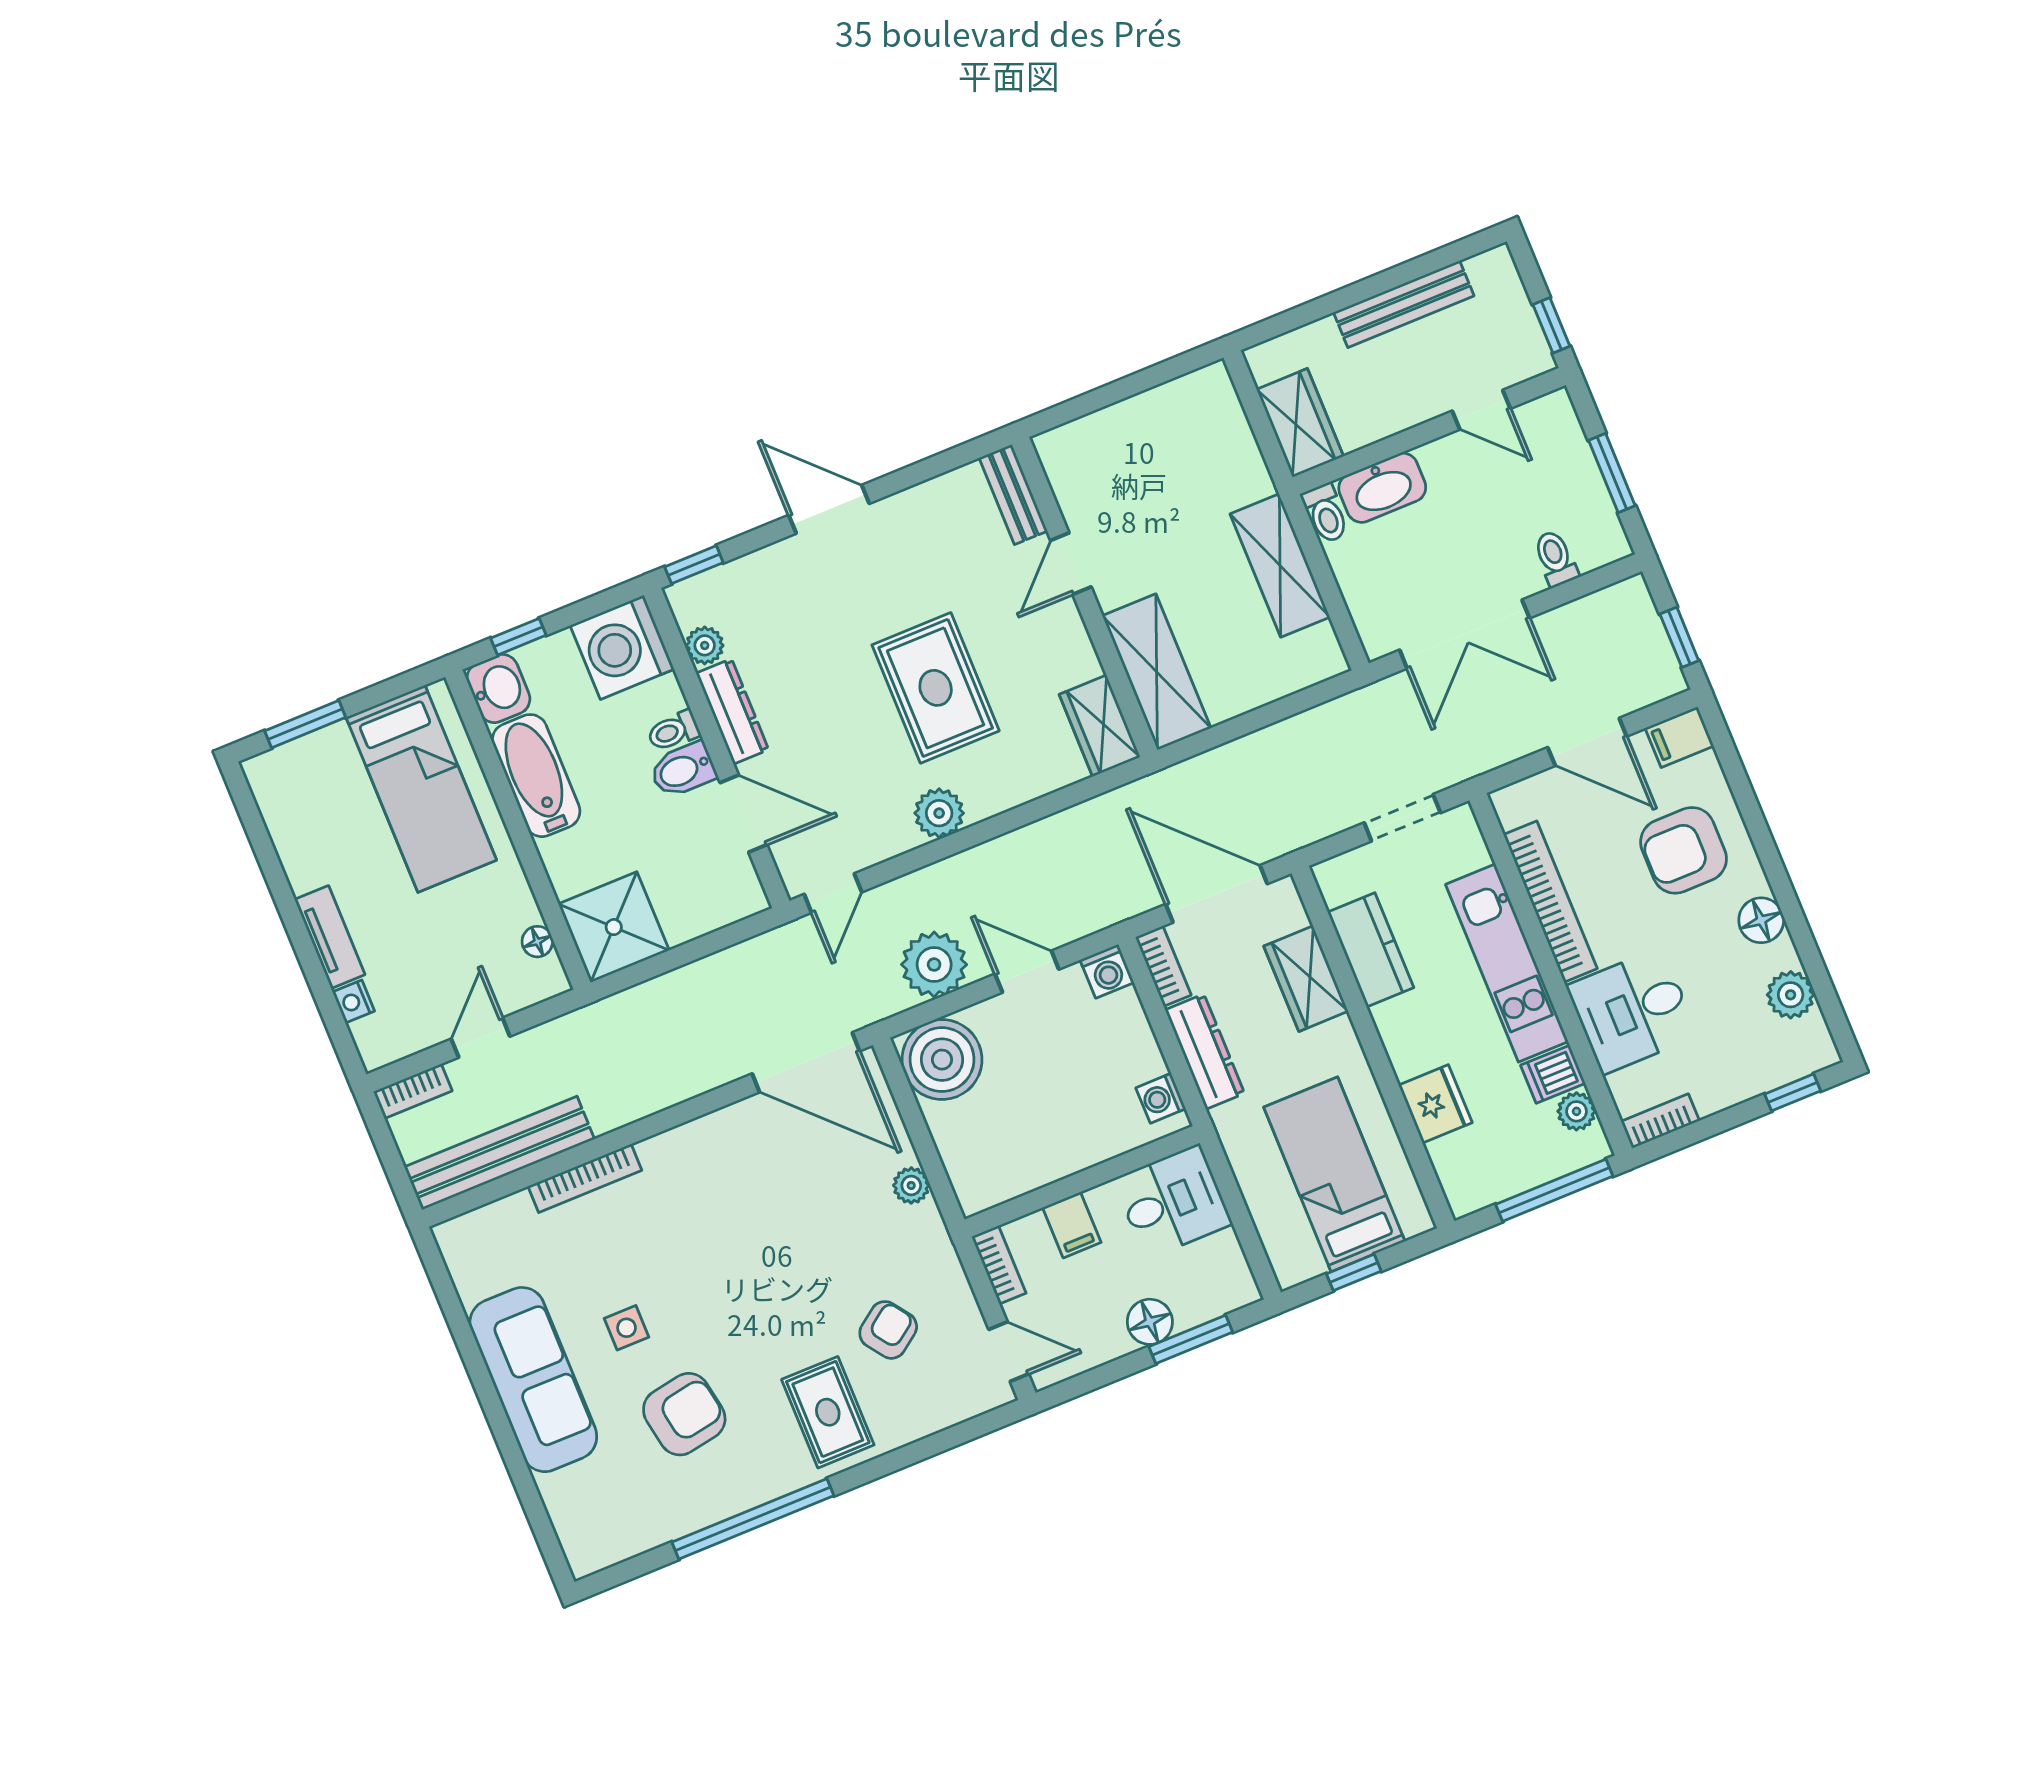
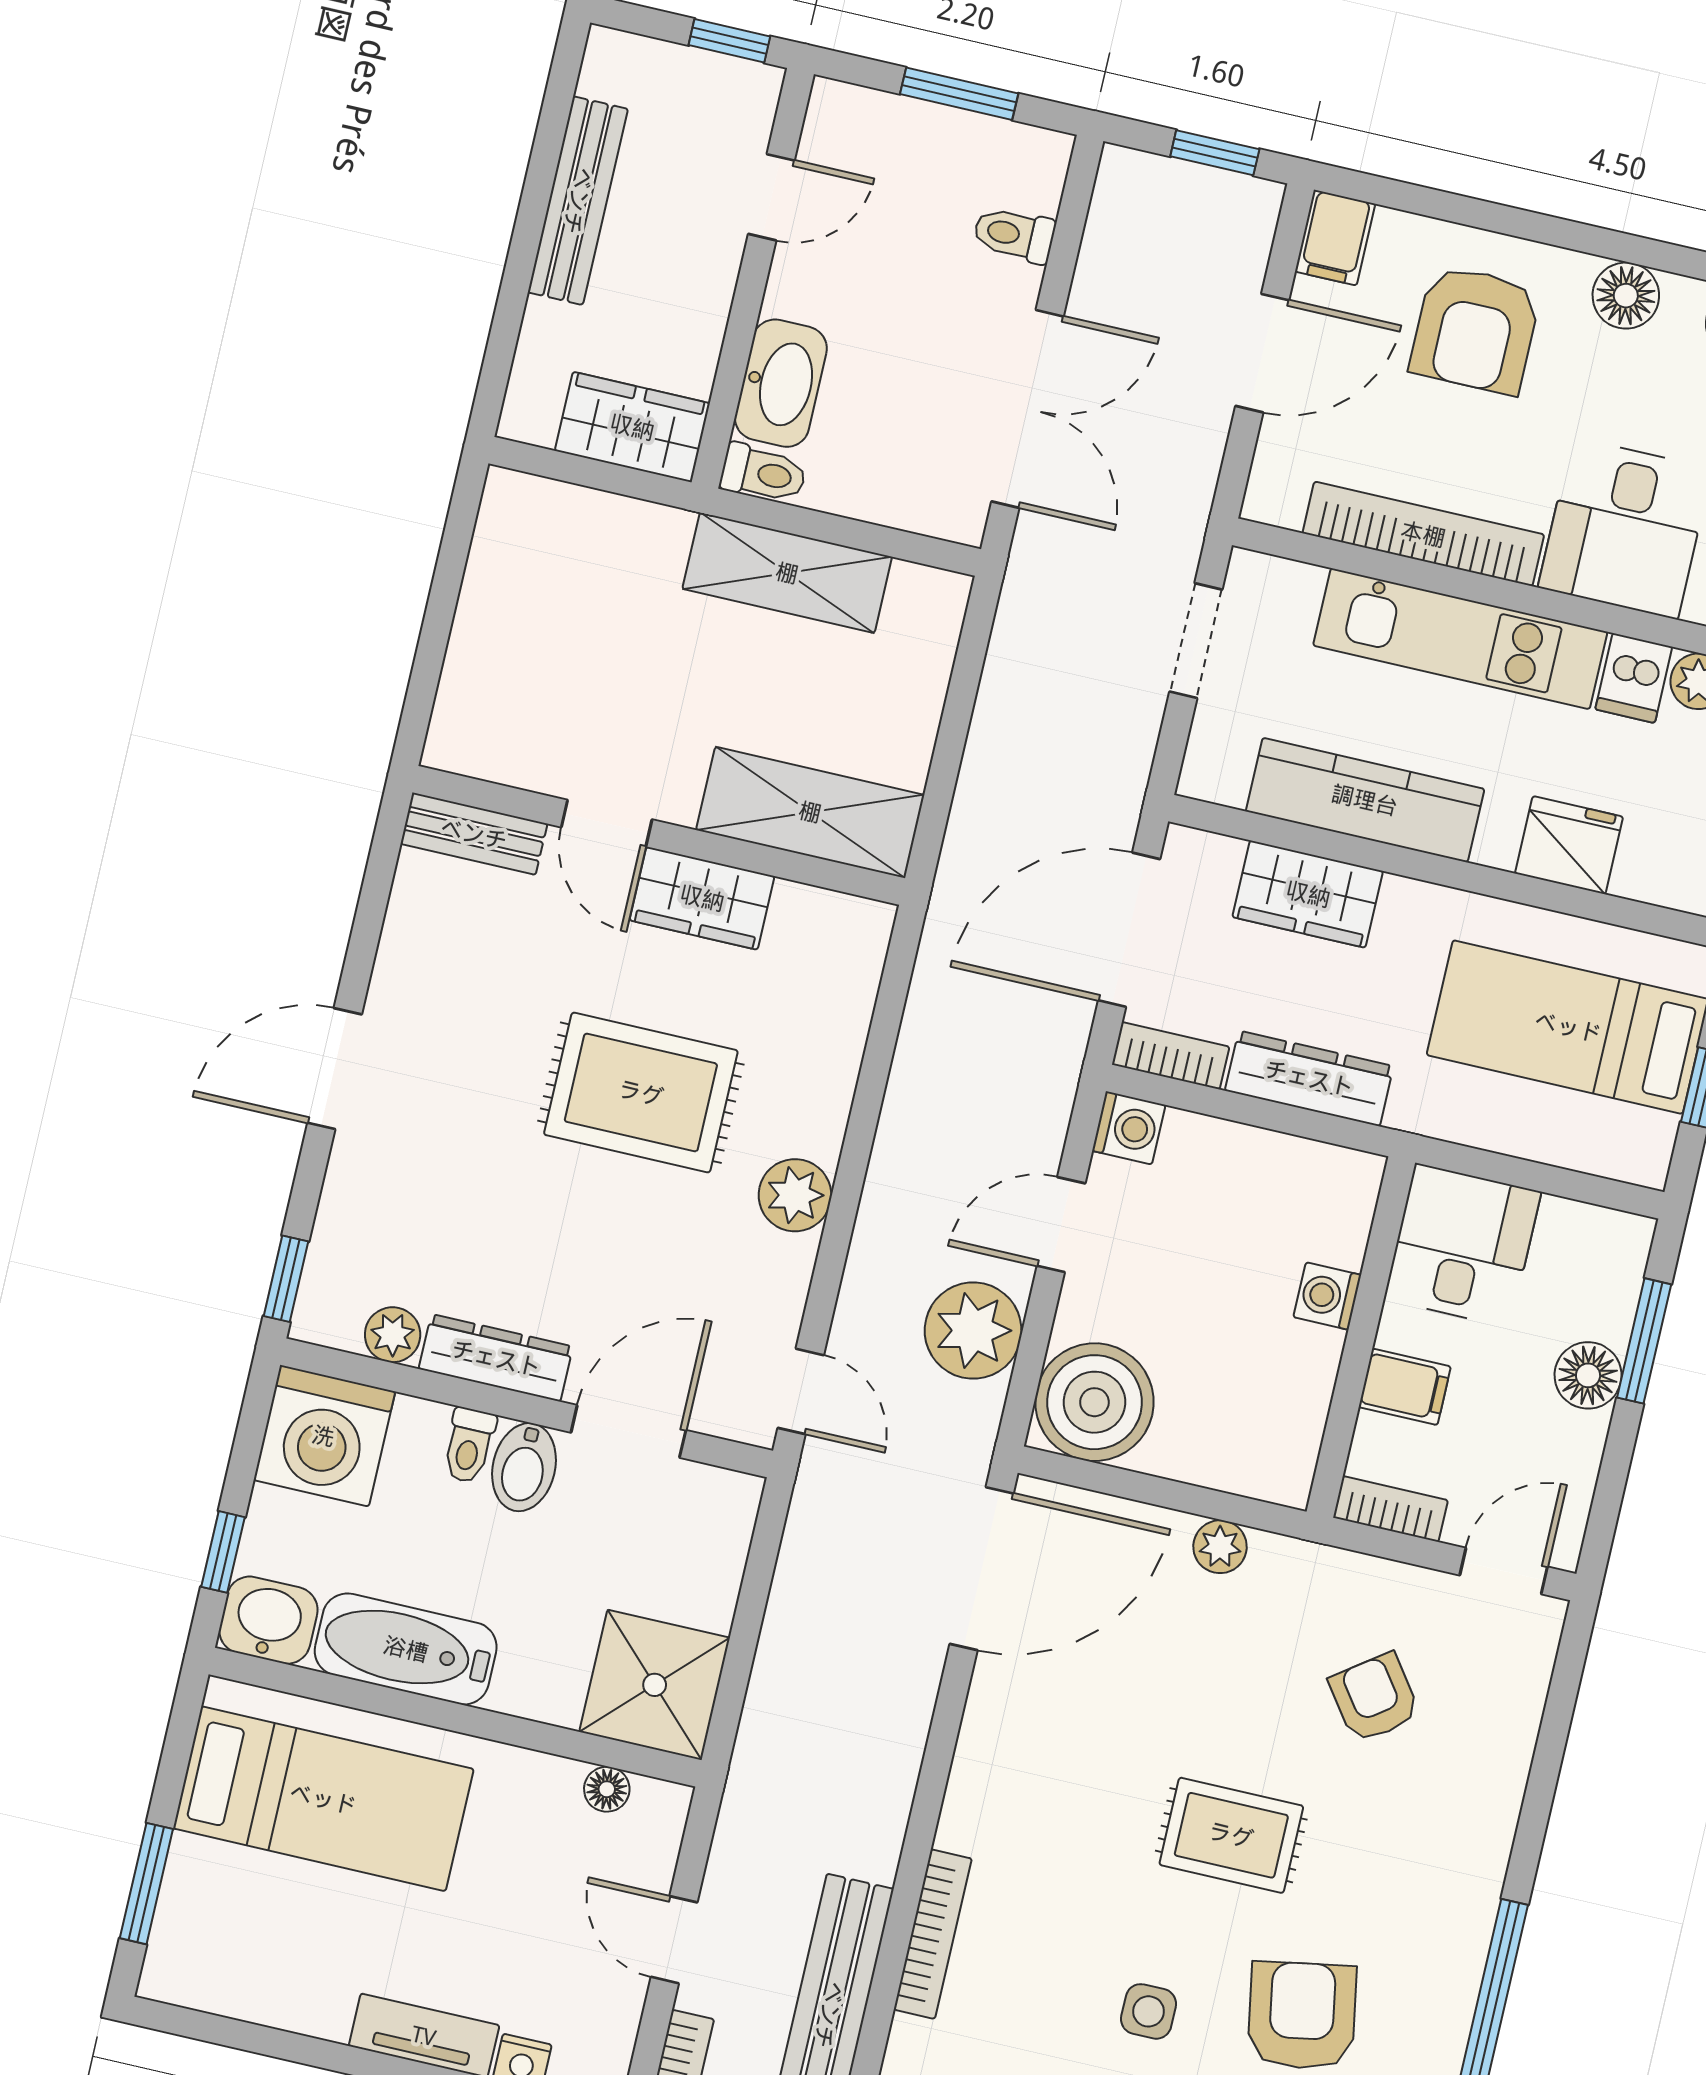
wardrobe: (1100, 726) -> (702, 898), moved
kitchen counter: (1371, 950) -> (1365, 800), width x1.50
washing machine: (1161, 1098) -> (1327, 1296), moved, turned 90
rug: (828, 1412) -> (1231, 1835), moved

